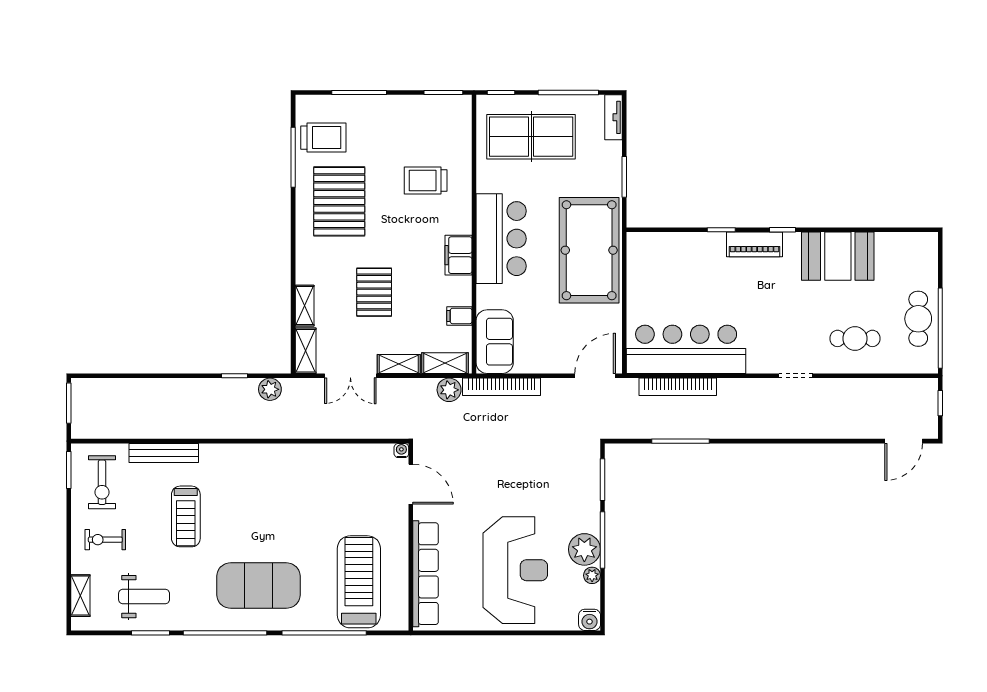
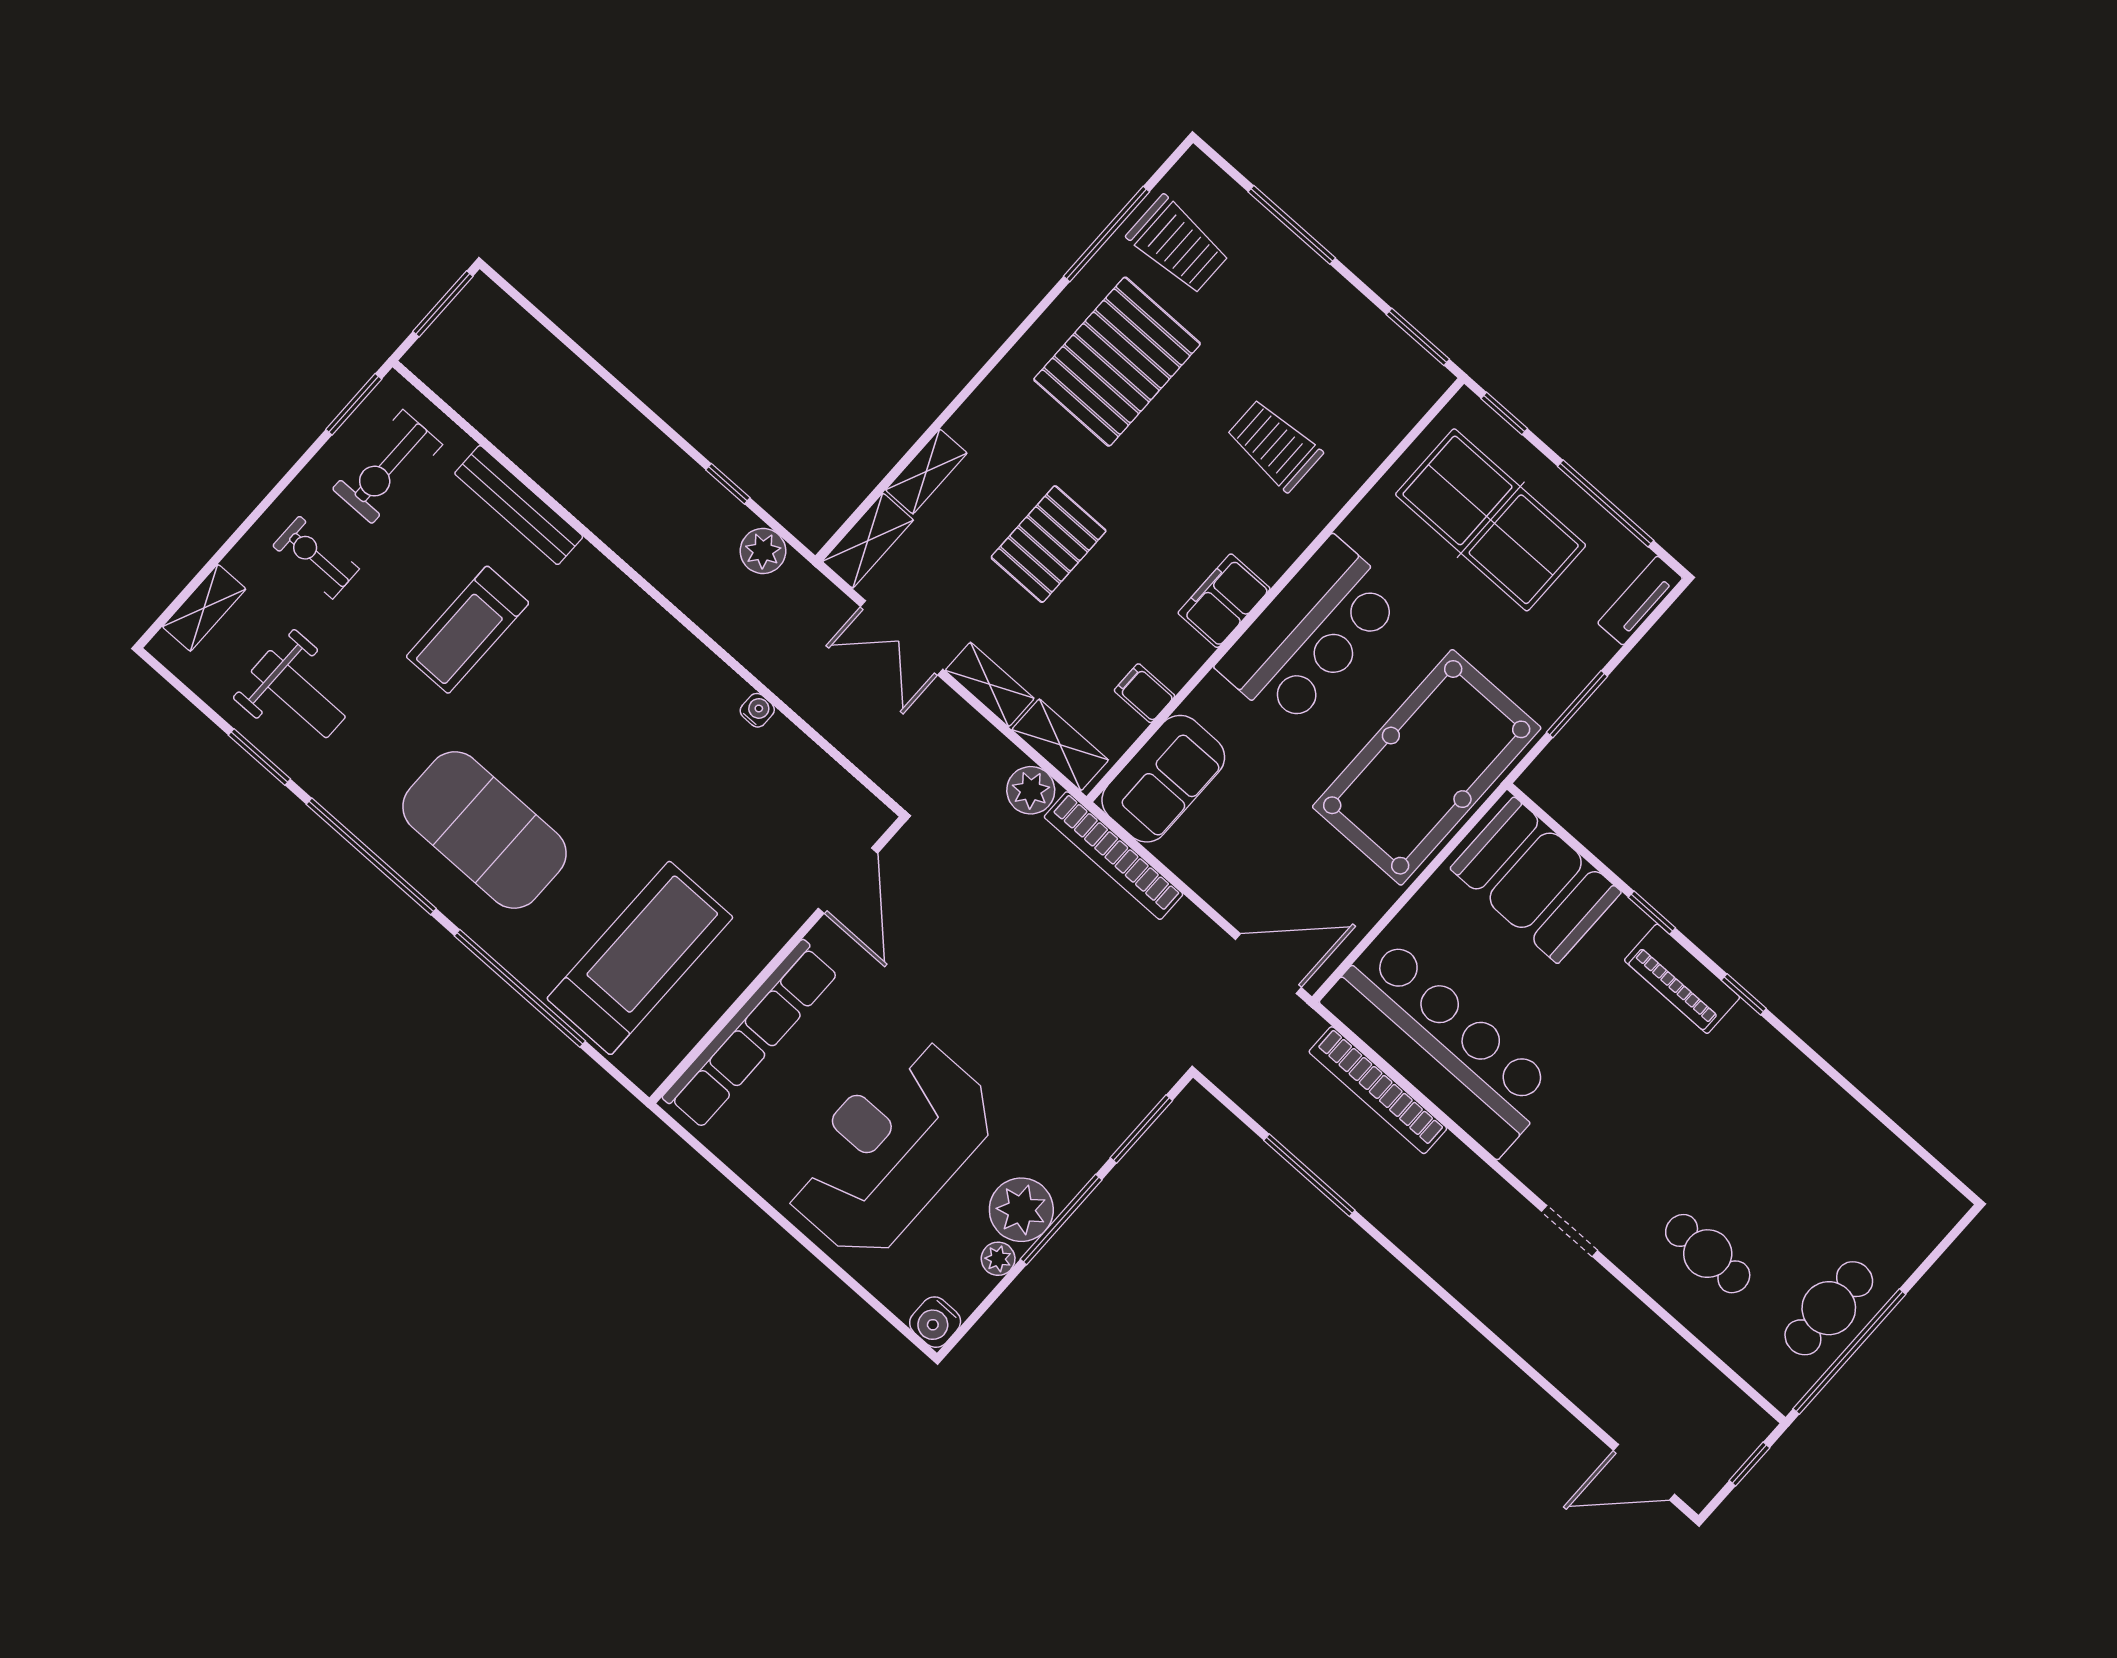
booth: (838, 256) -> (1536, 880), moved
water cooler: (401, 451) -> (757, 710), moved
reception desk: (515, 570) -> (890, 1149), turned 180

